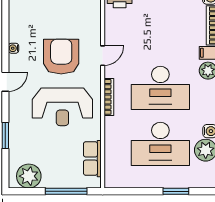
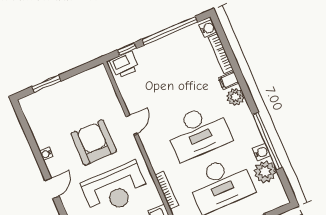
bookcase: (109, 97) -> (167, 190), moved

